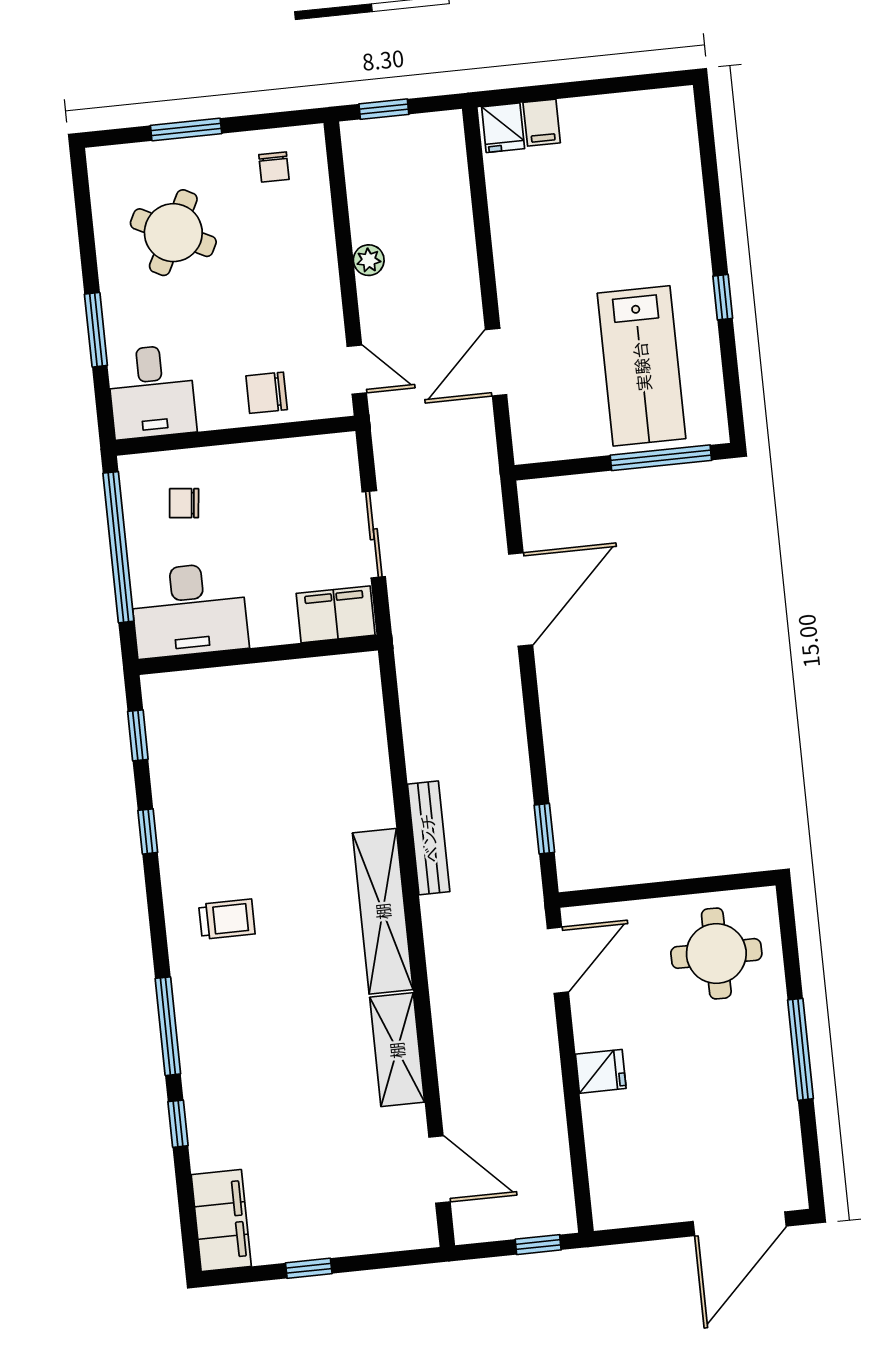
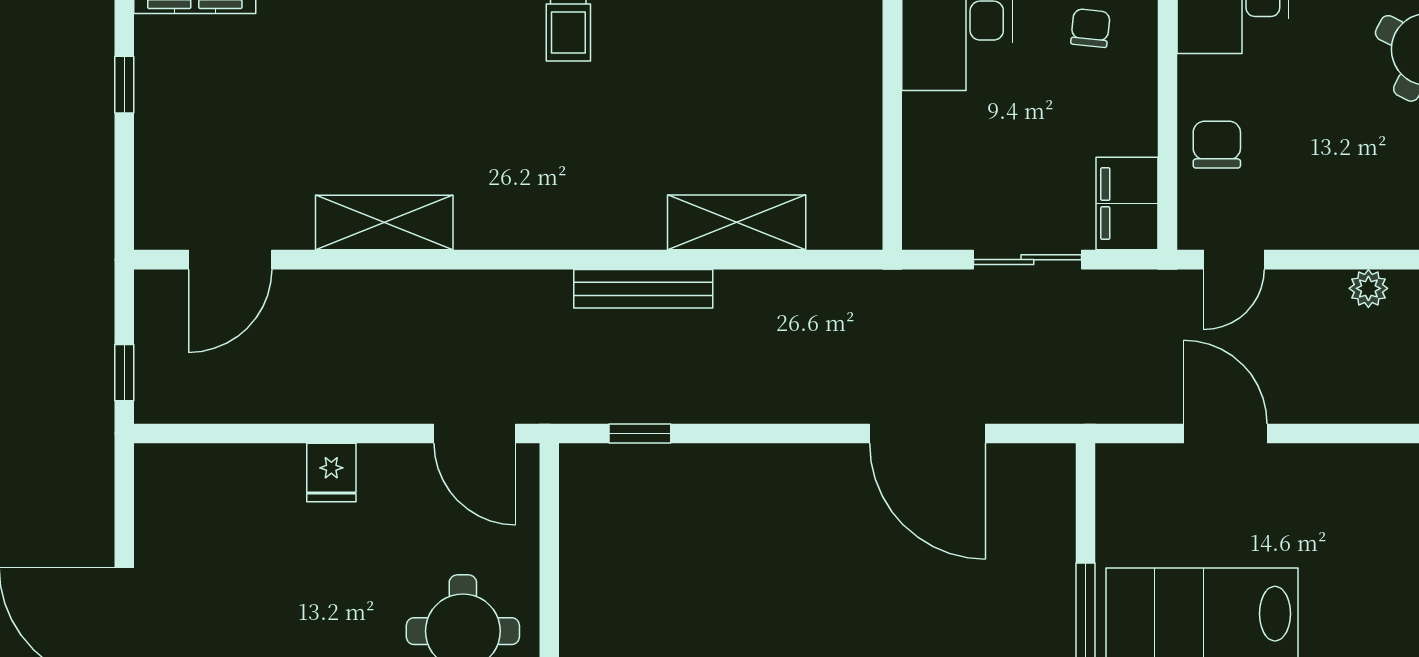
filing cabinet: (336, 614) -> (1127, 204), moved, turned 180
shelving: (383, 911) -> (737, 222), moved, width x0.68

